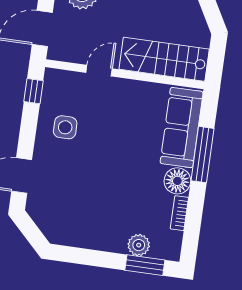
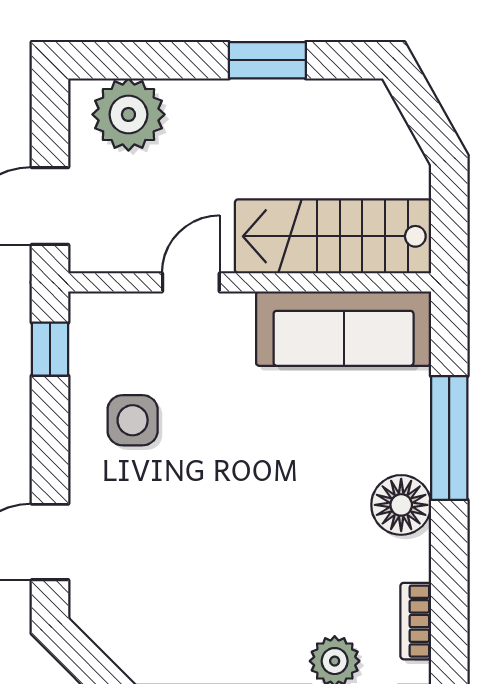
sofa: (182, 127) -> (344, 329), moved, turned -90
bookcase: (179, 213) -> (416, 621), moved

